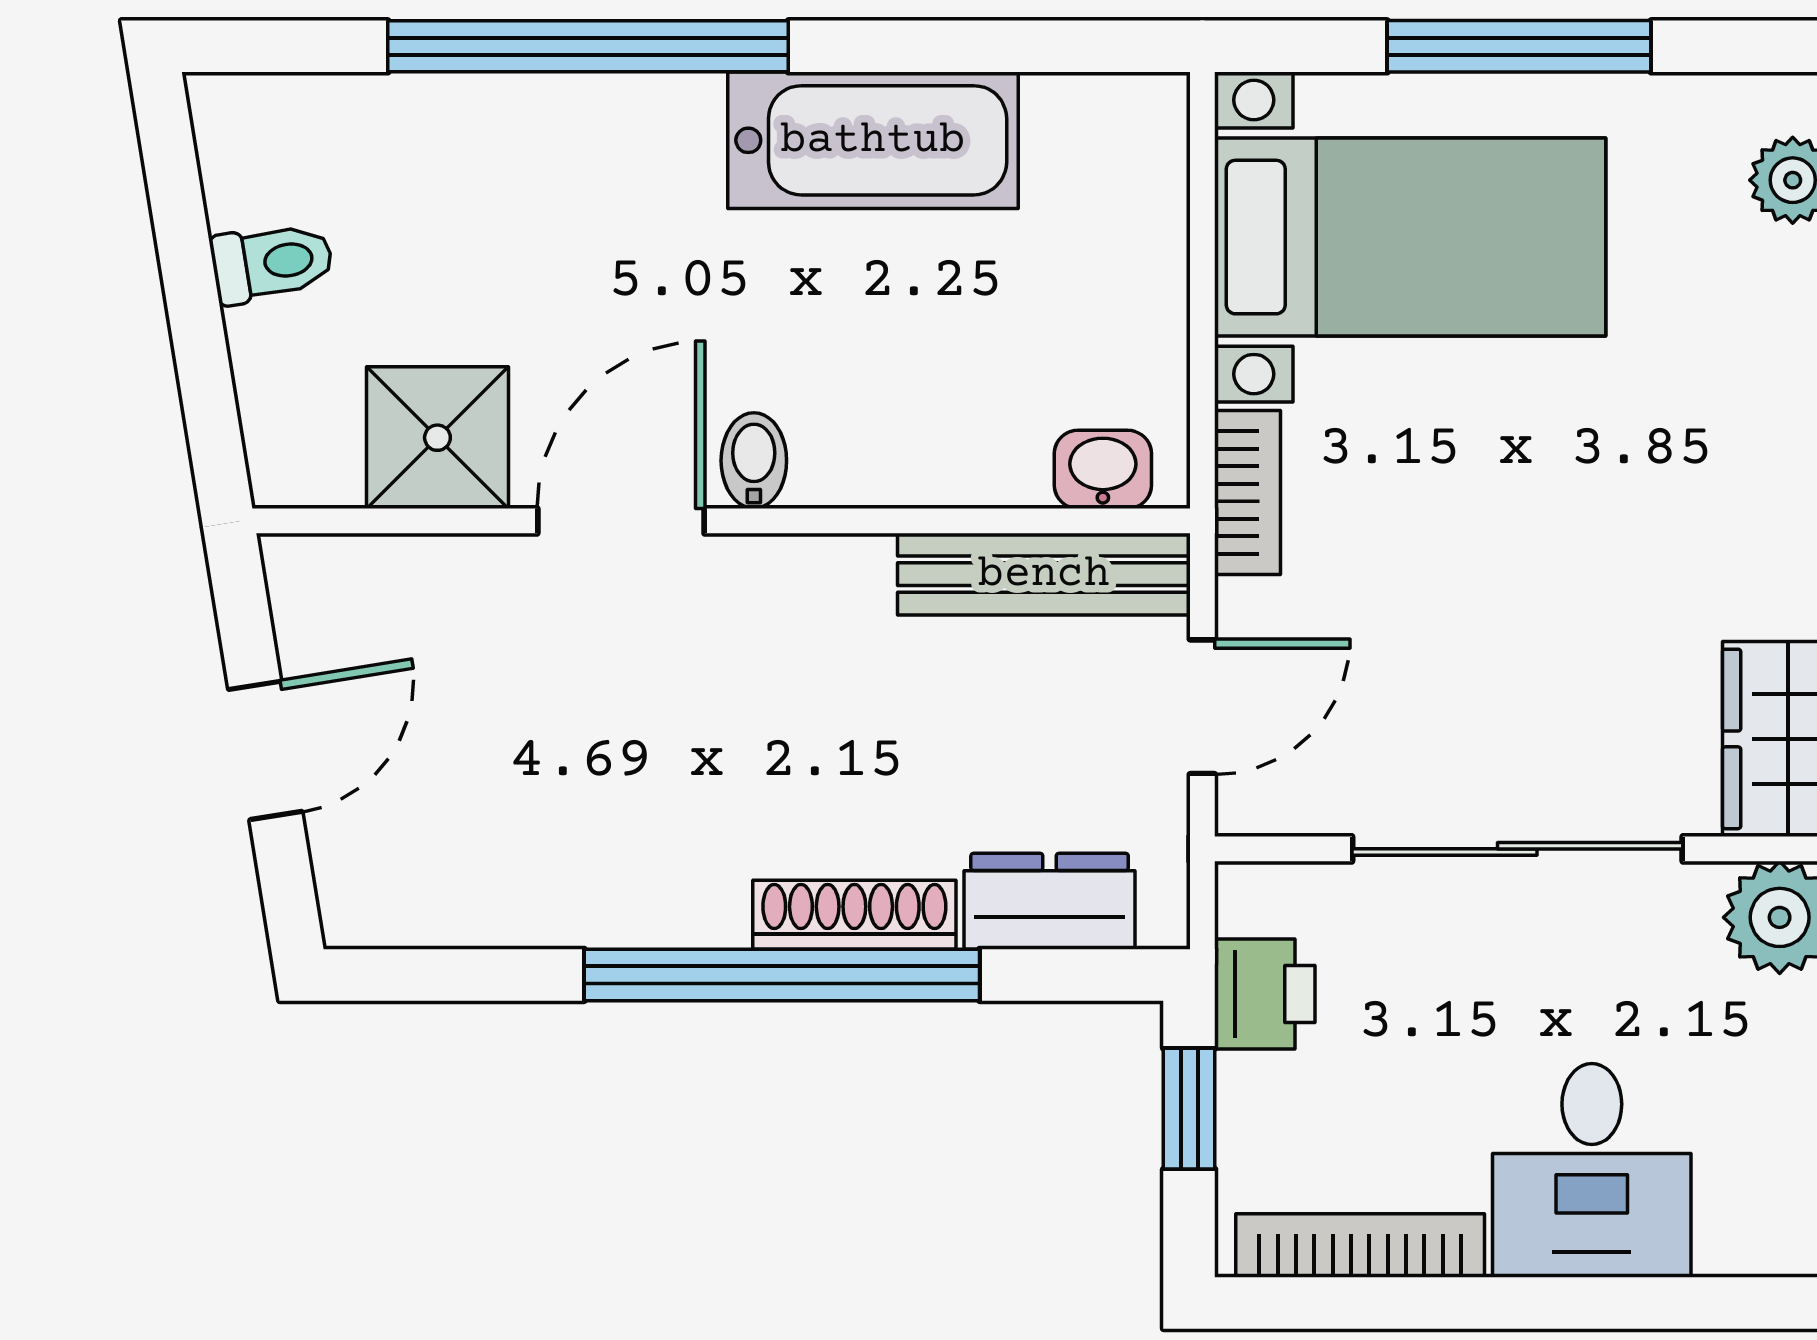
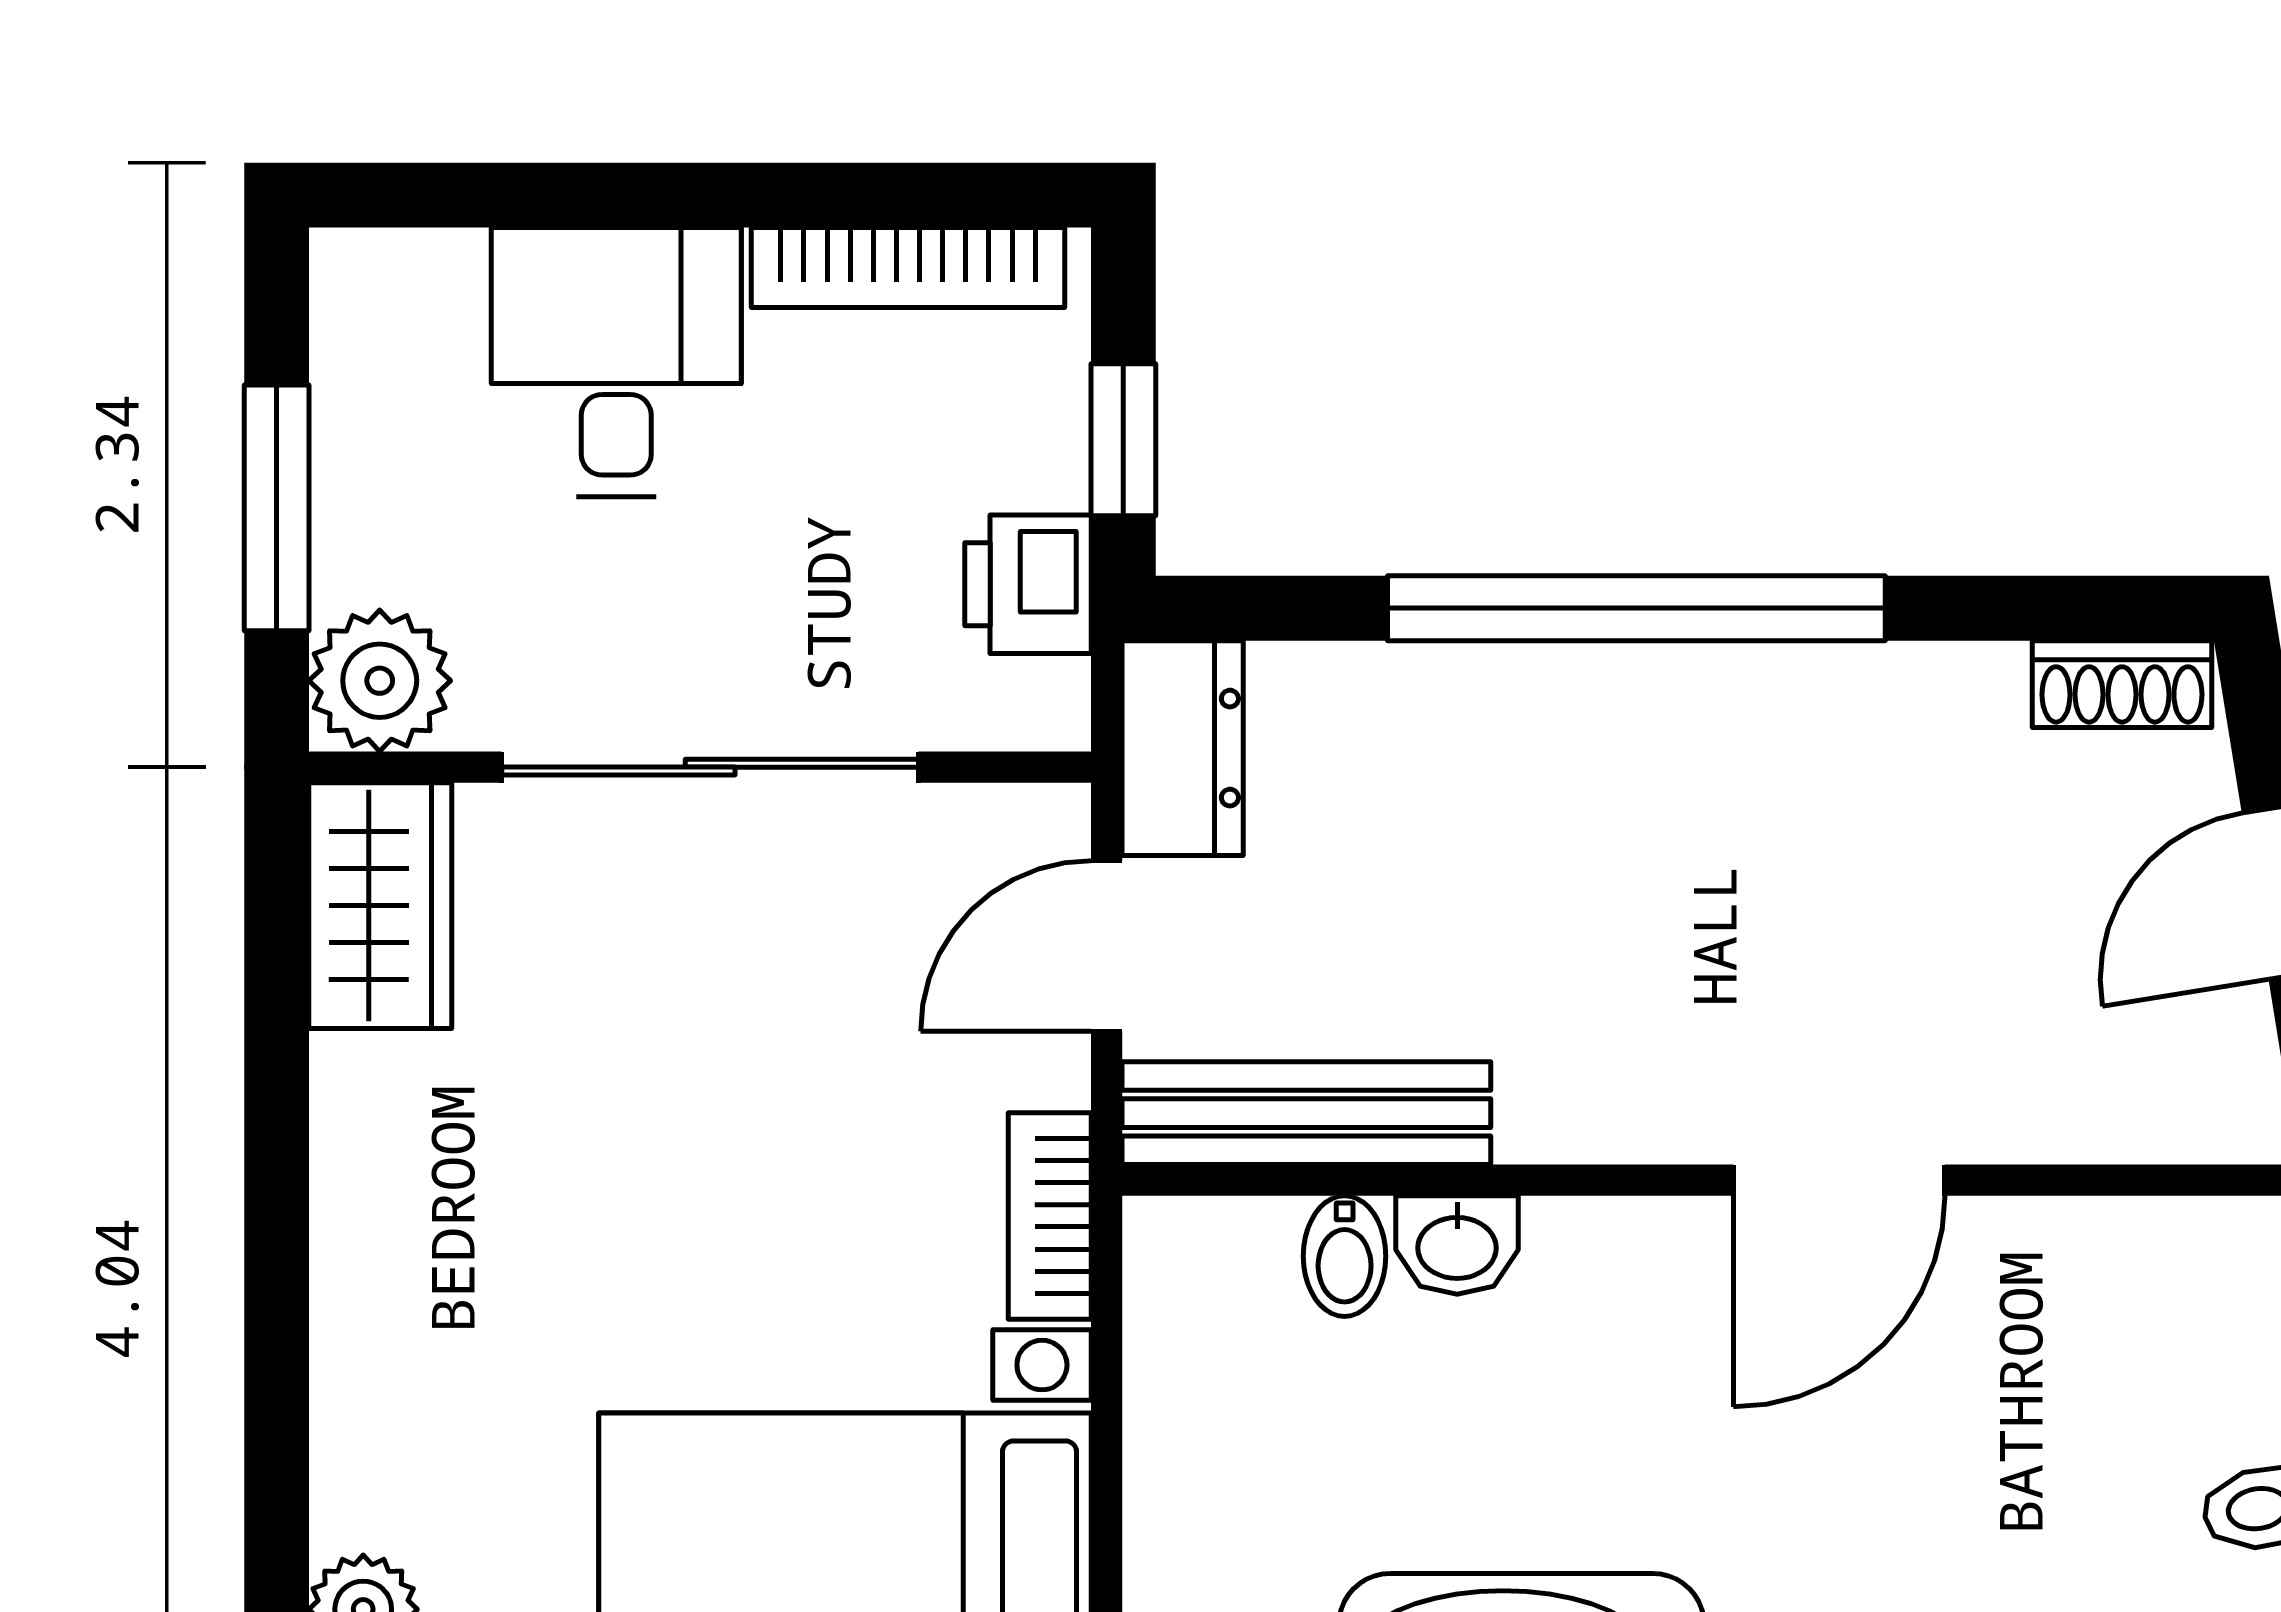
shower: (437, 438) -> (2070, 1285), removed
bidet: (754, 461) -> (1345, 1256), moved
washbasin: (1103, 469) -> (1457, 1245), moved
dresser: (1050, 901) -> (1183, 748), moved, turned -90
shoe rack: (854, 915) -> (2122, 684), moved, width x0.70

